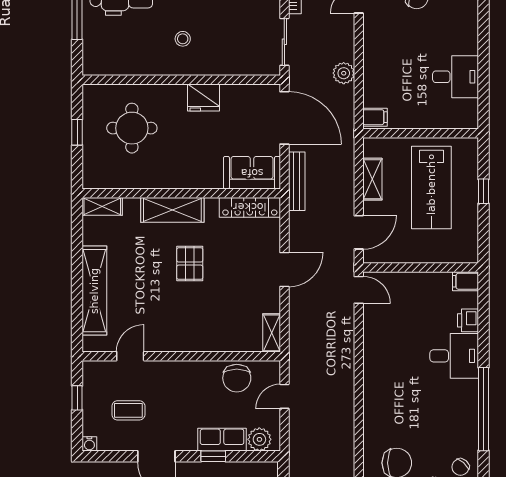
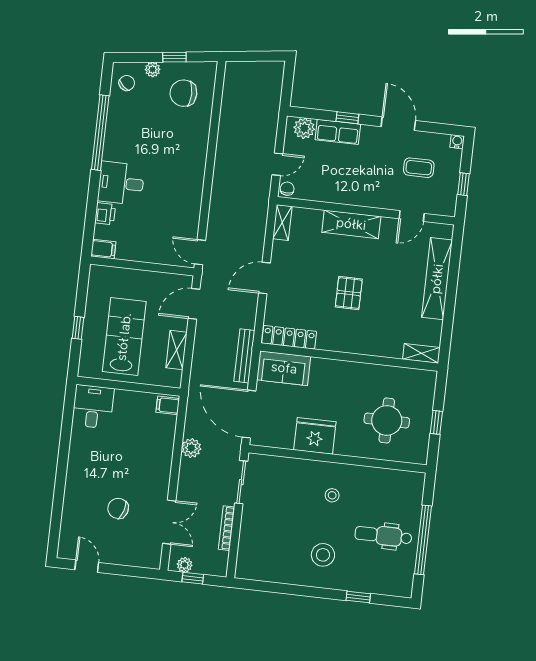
desk: (455, 77) -> (93, 407), moved, turned 90
fridge: (203, 97) -> (315, 436), width x1.36, depth x1.34
shelving: (172, 210) -> (351, 224), moved
chair: (237, 378) -> (287, 189), moved, width x0.54, depth x0.54

